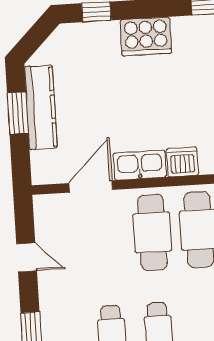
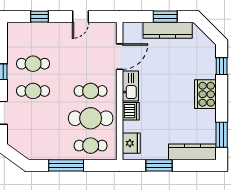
door: (91, 187) -> (120, 57), hinge flipped
cafe table: (152, 232) -> (91, 91), width x0.73, depth x0.74

